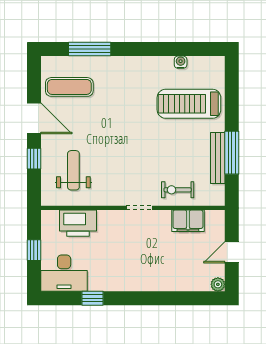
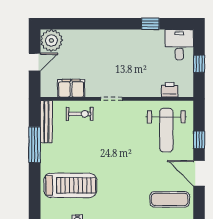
bench: (218, 158) -> (46, 122), moved
weight bench: (73, 170) -> (166, 130), width x1.36, depth x1.33
printer: (78, 223) -> (170, 90), width x0.53, depth x0.68
desk: (64, 273) -> (179, 45), width x0.73
plant: (218, 284) -> (51, 40), width x1.87, depth x1.87

